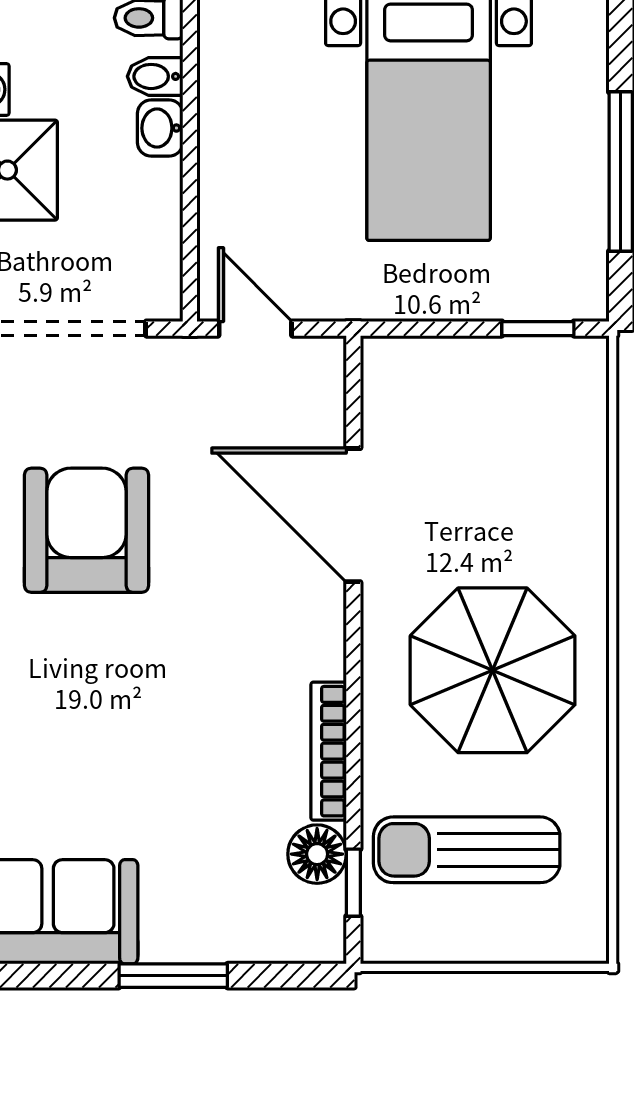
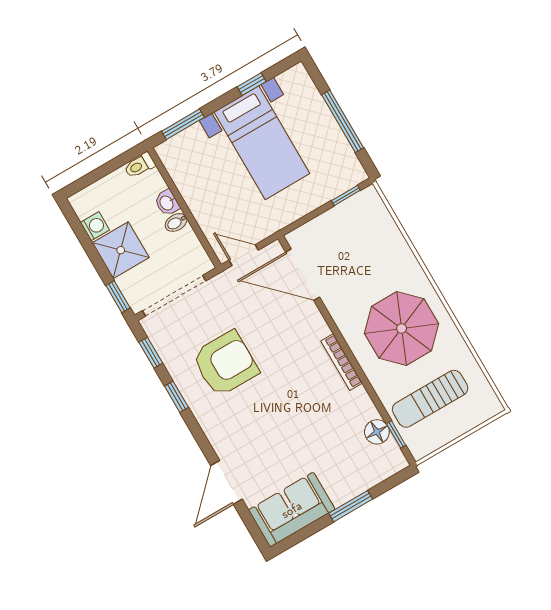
bidet: (155, 76) -> (176, 222), moved
door: (353, 515) -> (303, 275), moved
armchair: (87, 530) -> (225, 364), turned 90
bookcase: (329, 751) -> (342, 362), moved

